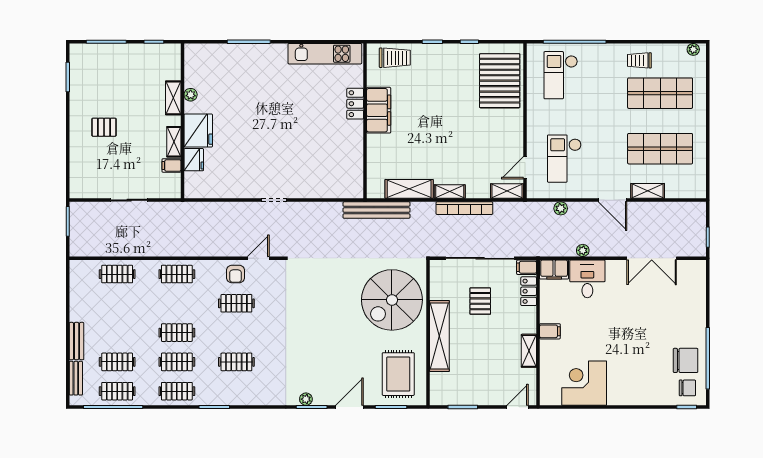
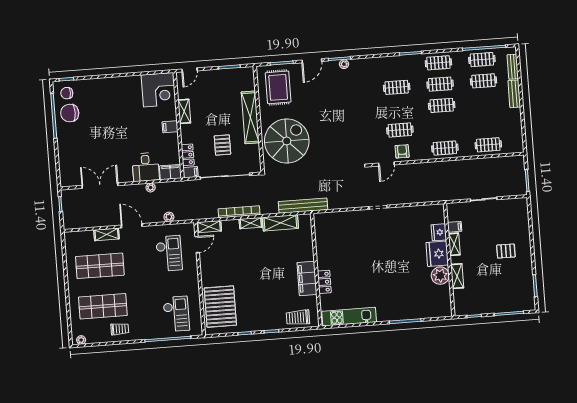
plant: (191, 95) -> (440, 276), width x1.87, depth x1.87
corner desk: (584, 383) -> (159, 90), moved

